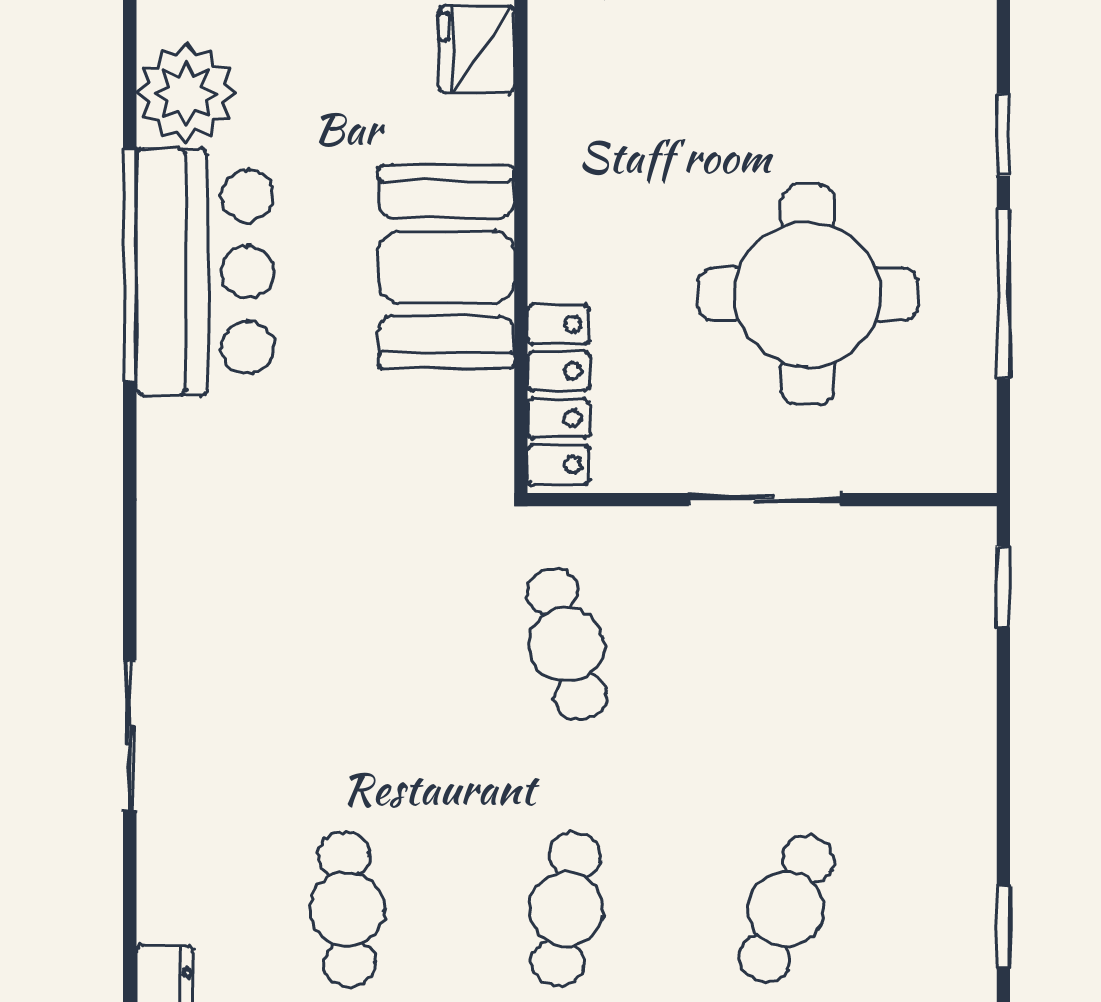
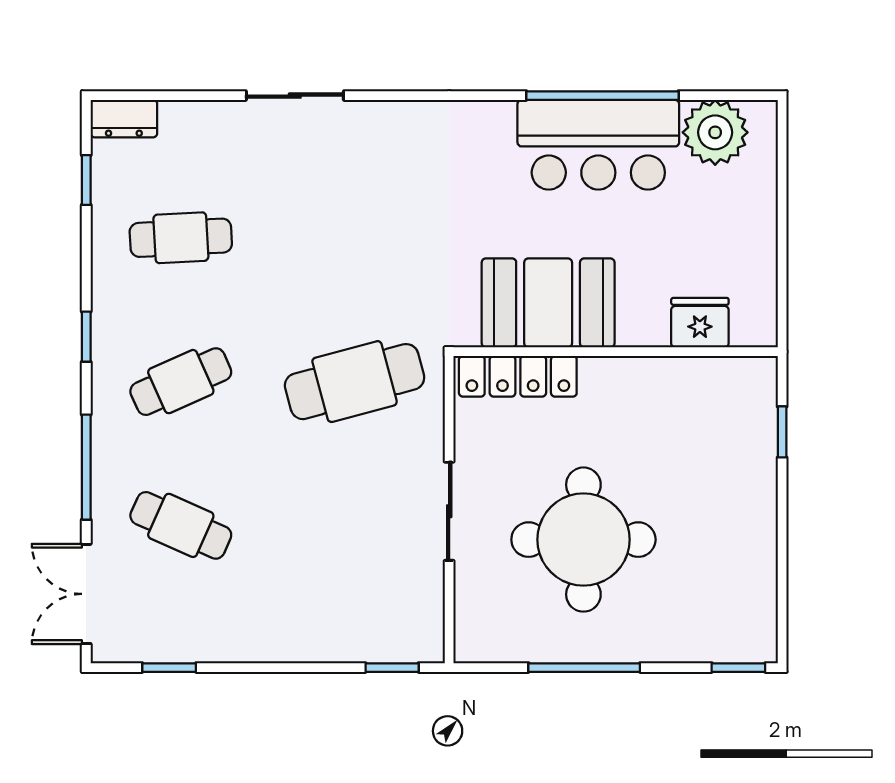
fridge: (477, 49) -> (700, 323), moved
window: (1003, 135) -> (738, 668), moved
booth: (446, 267) -> (548, 303), moved
cafe table: (567, 644) -> (355, 382), width x1.37, depth x1.35
cafe table: (567, 909) -> (181, 382), turned -33

